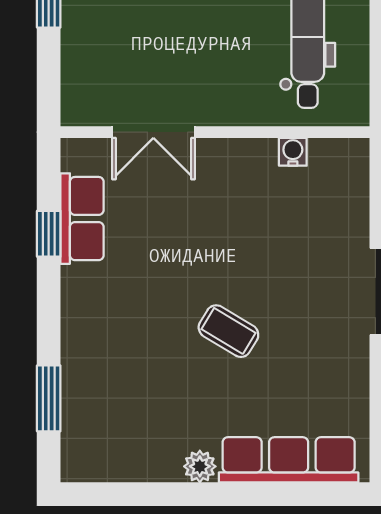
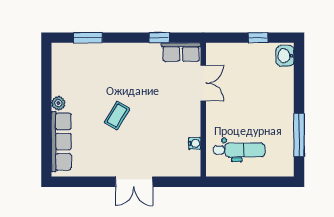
double door: (153, 132) -> (203, 83), swing flipped
row of seats: (82, 219) -> (181, 52), moved

